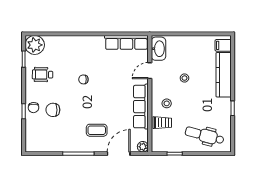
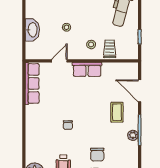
washbasin: (158, 49) -> (32, 30), moved, turned 90
door: (150, 71) -> (59, 61), swing flipped
row of seats: (141, 107) -> (87, 69), width x0.68
plant: (143, 147) -> (133, 135), moved

